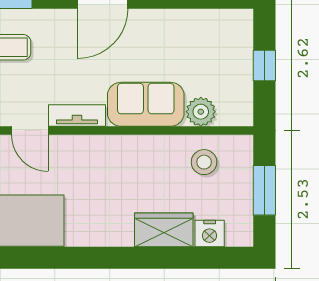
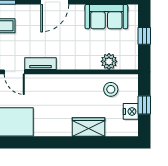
sofa: (146, 104) -> (106, 17), moved, turned 180
window: (264, 190) -> (144, 105), width x0.67
nightstand: (210, 234) -> (131, 111), moved, turned -90

